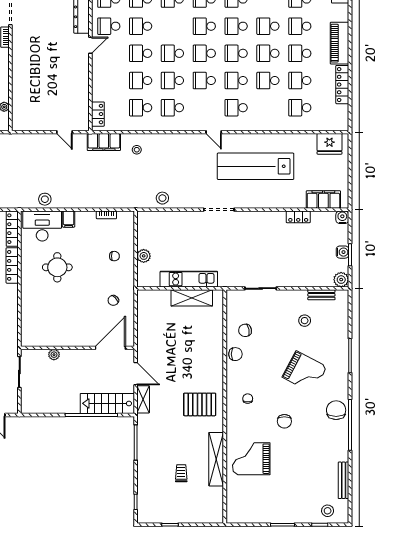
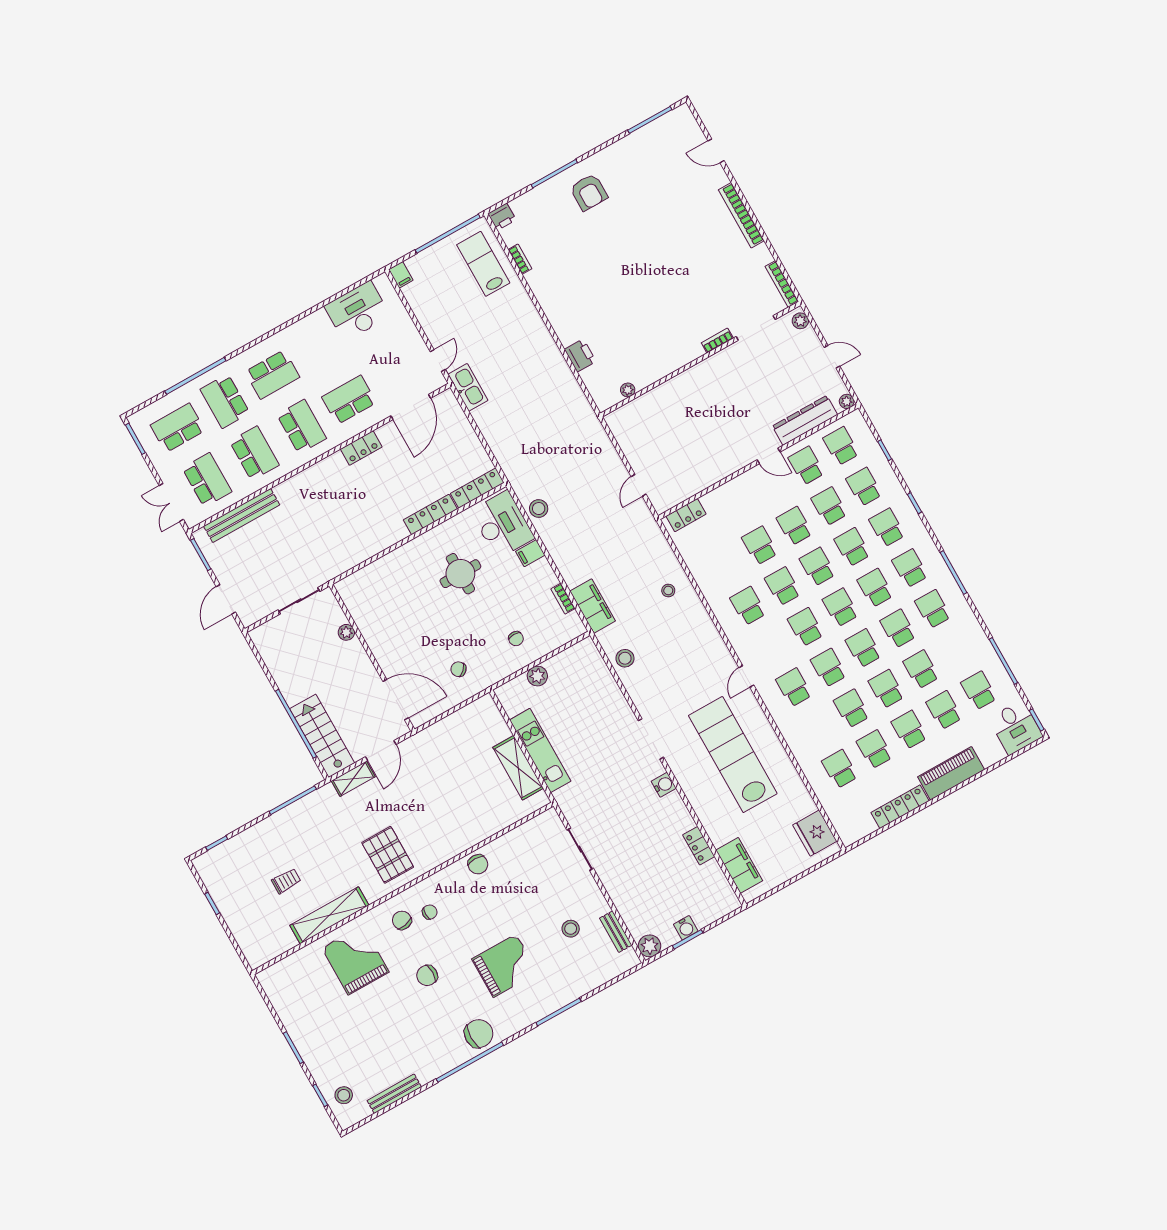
school desk: (141, 108) -> (852, 547), moved
filing cabinet: (104, 142) -> (593, 606), moved, turned 180
water cooler: (342, 217) -> (664, 785), moved
chair: (245, 330) -> (402, 920), moved
grand piano: (305, 372) -> (505, 966), turned -118

